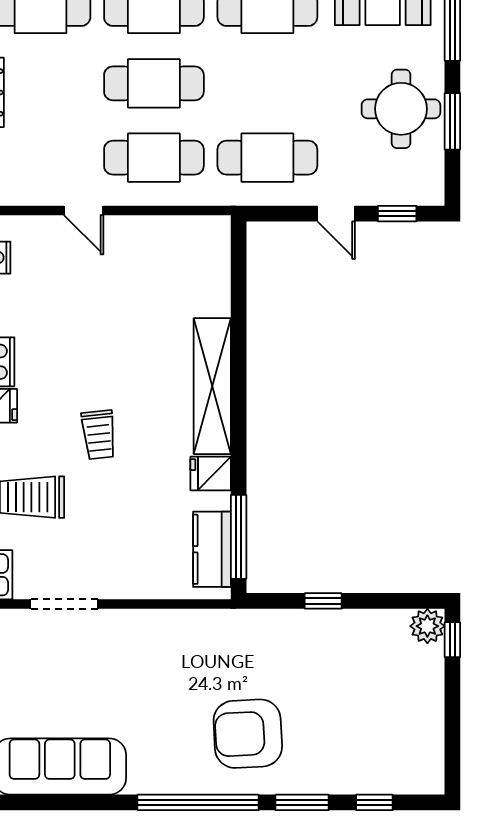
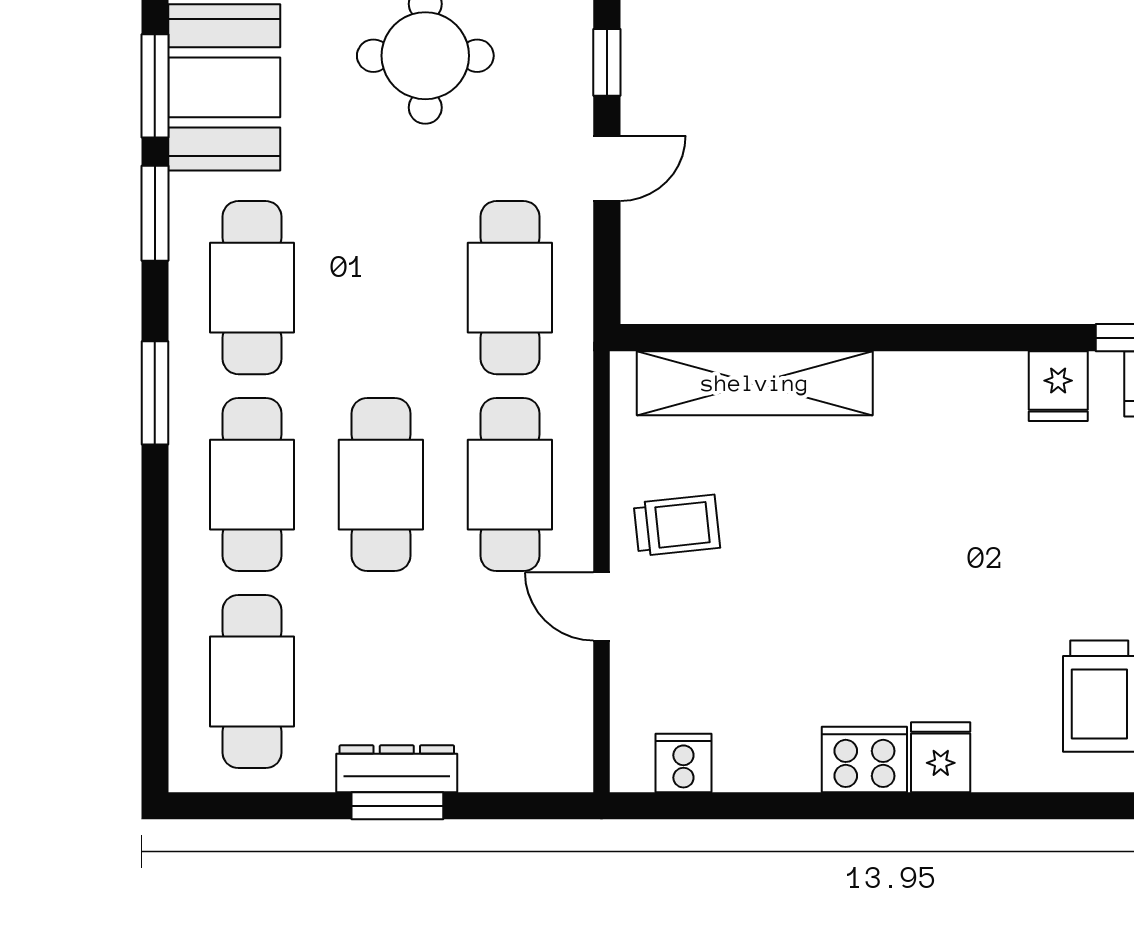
door: (84, 210) -> (602, 607), swing flipped
shelving: (212, 386) -> (755, 383), moved
trolley: (99, 435) -> (677, 525), moved

